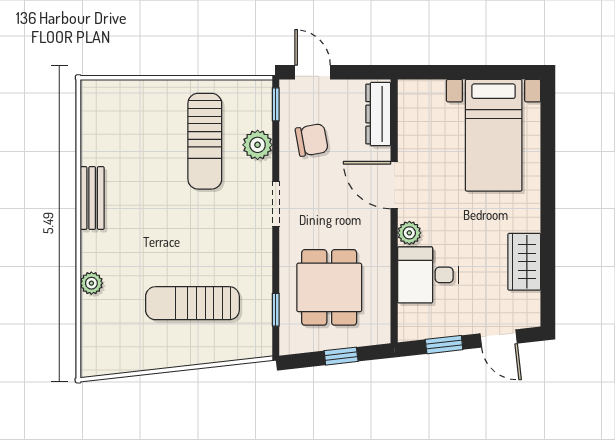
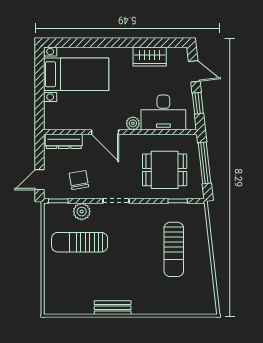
sun lounger: (205, 141) -> (80, 242), turned 180
door: (394, 185) -> (105, 132), hinge flipped
desk: (428, 275) -> (163, 113), width x1.37
plant: (91, 283) -> (162, 308), removed
door: (499, 338) -> (194, 71), hinge flipped
window: (341, 356) -> (205, 163), width x2.17

